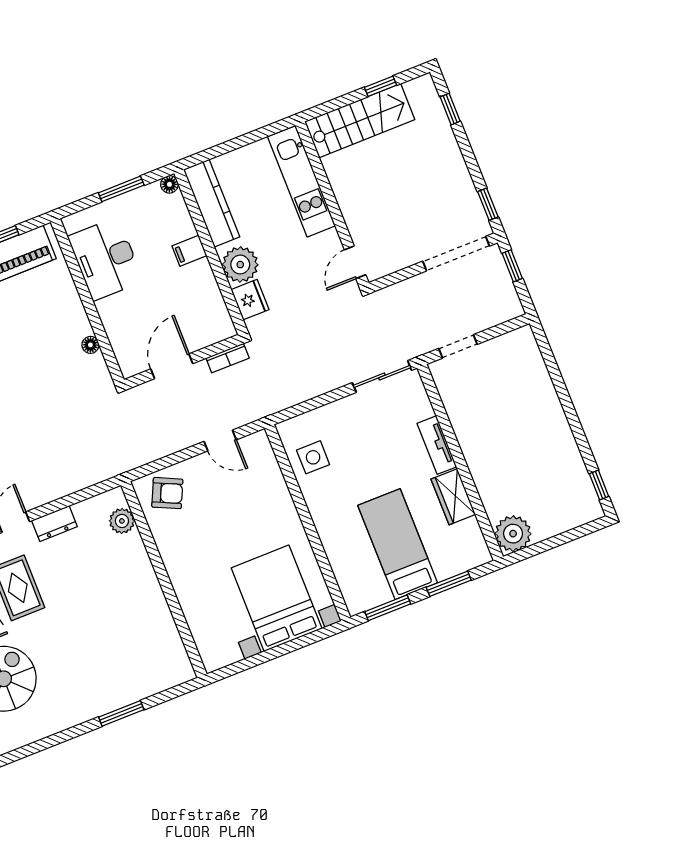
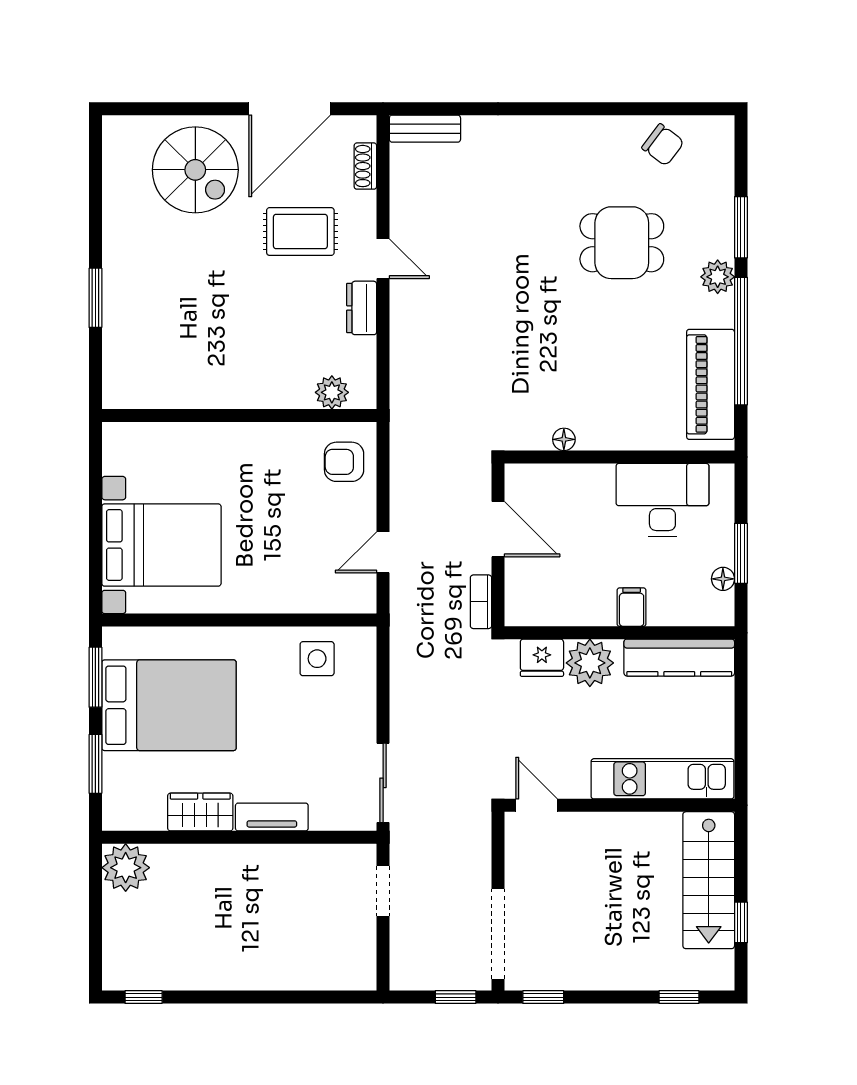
floor lamp: (169, 184) -> (723, 579), moved
armchair: (167, 493) -> (344, 462), turned 65
bed: (398, 544) -> (169, 705), width x1.50

